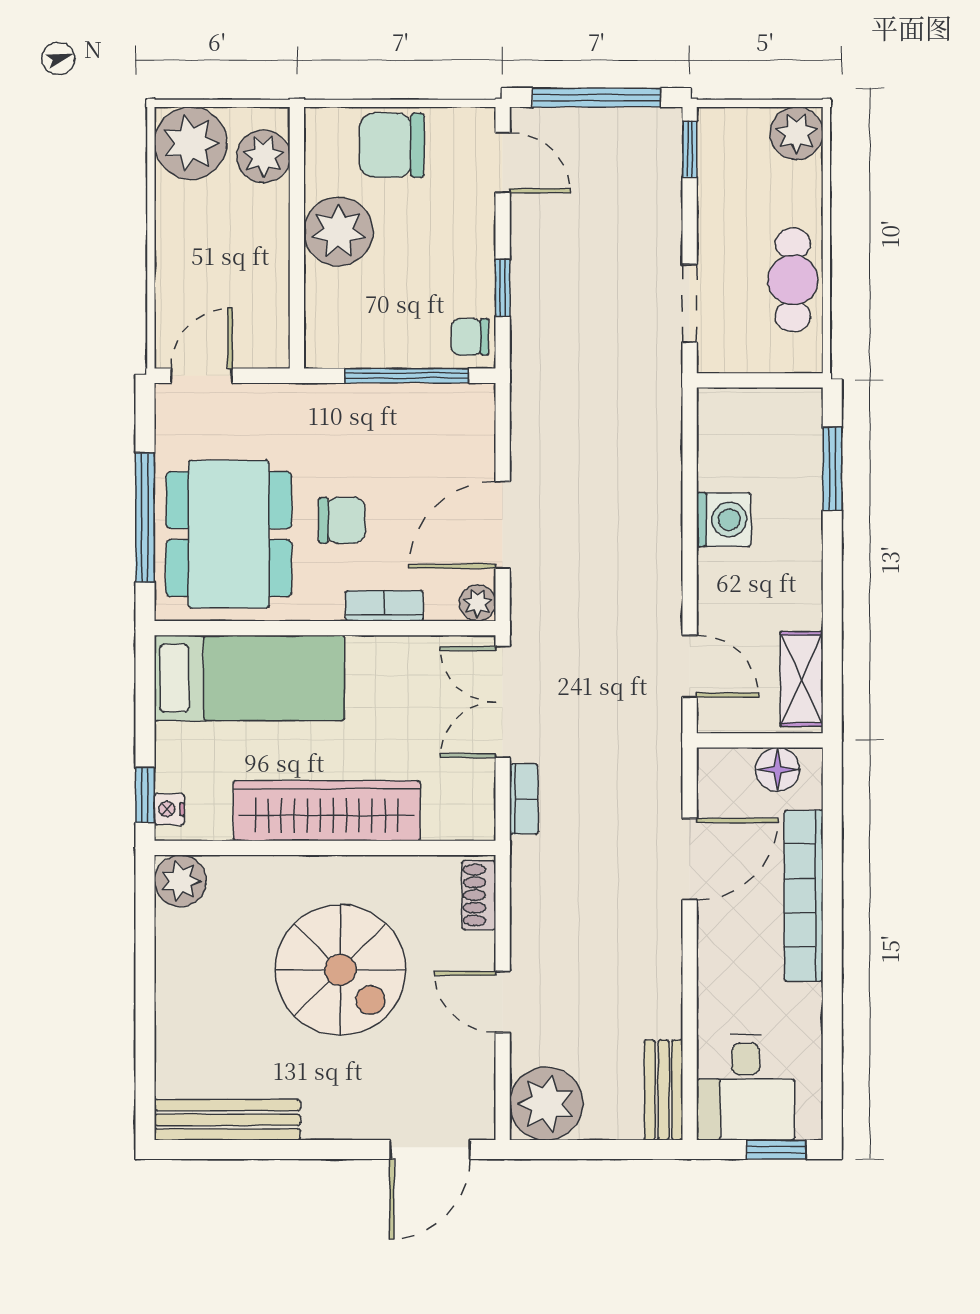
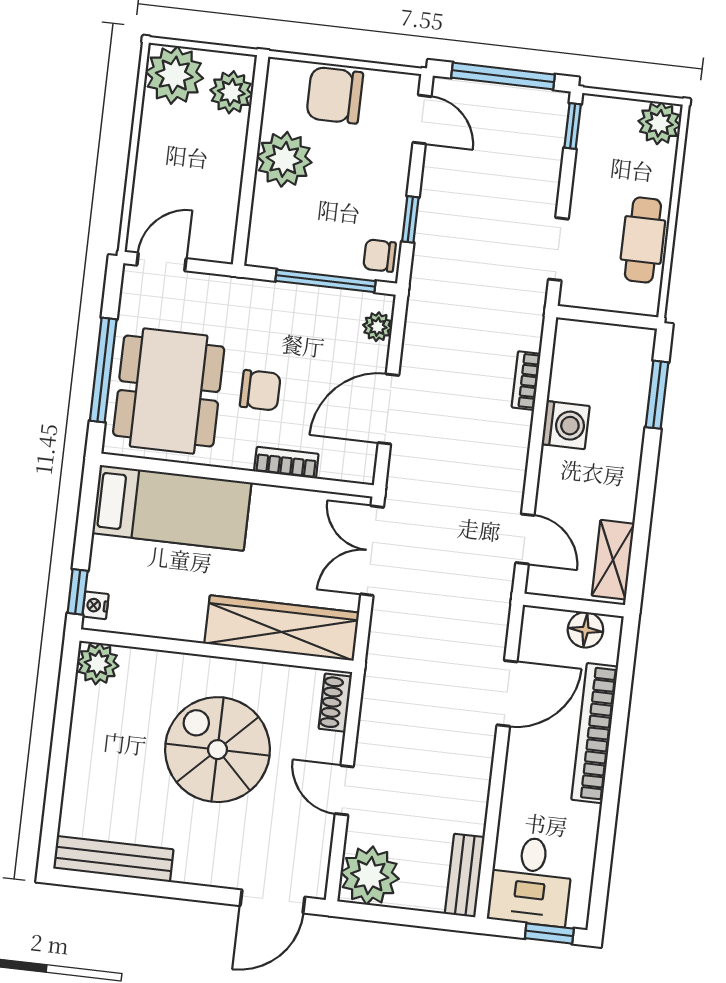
plant: (478, 603) -> (378, 327), moved
bookcase: (524, 799) -> (526, 381), moved, turned 180
wardrobe: (327, 811) -> (282, 628), moved
spiral stairs: (340, 970) -> (218, 750), turned 180

